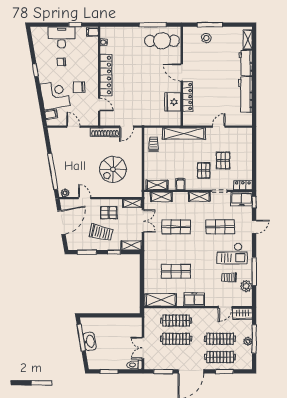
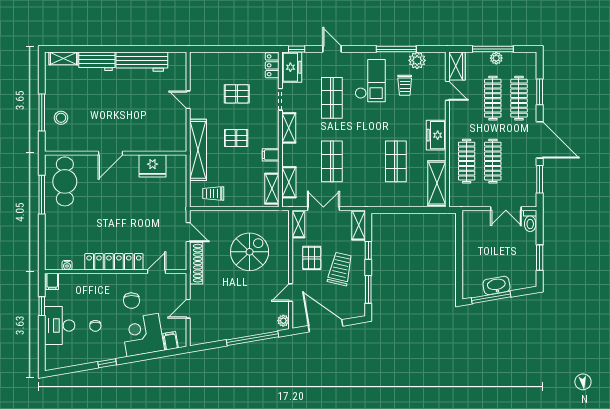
locker: (188, 97) -> (145, 145), removed
spiral stairs: (113, 169) -> (250, 252), turned -90
pallet: (204, 170) -> (236, 138), moved

